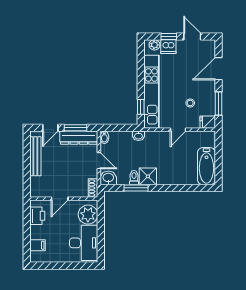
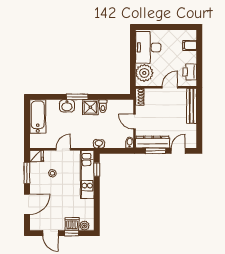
kitchen unit: (151, 92) -> (87, 174), width x0.73
bench: (35, 156) -> (192, 106), moved
washbasin: (108, 178) -> (67, 106), moved
window: (136, 188) -> (77, 97), moved

